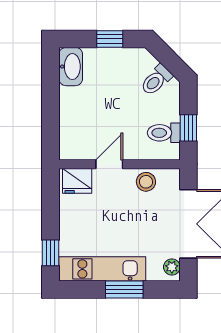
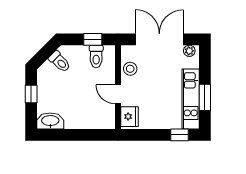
window: (124, 290) -> (205, 97), moved

